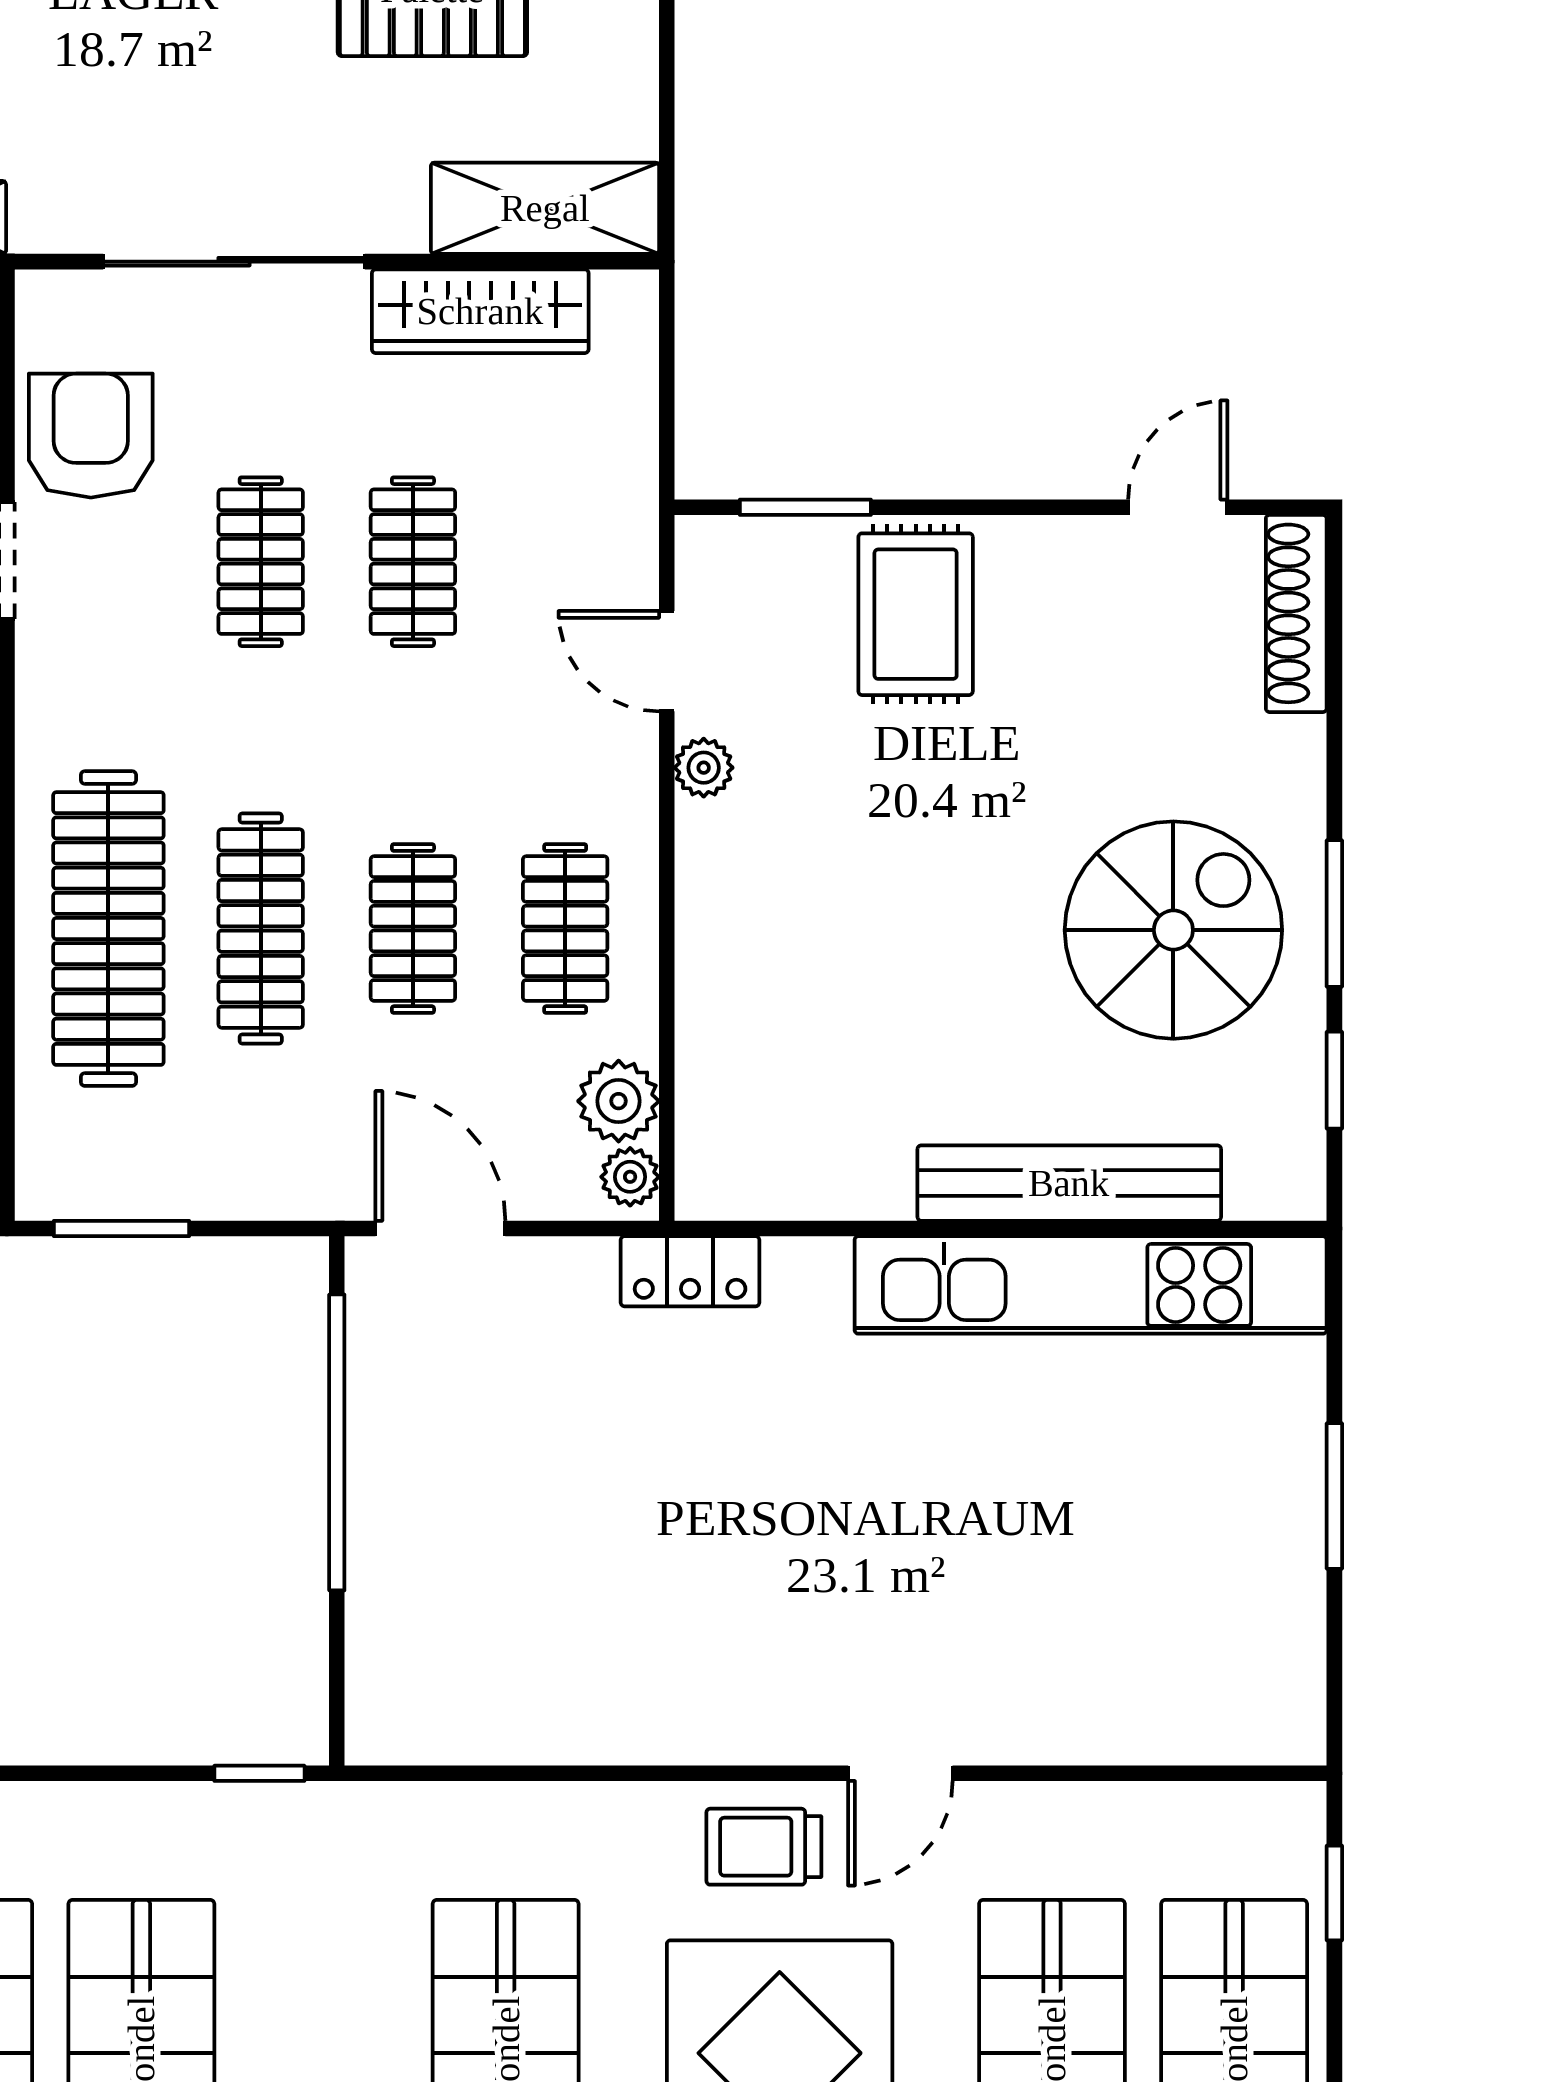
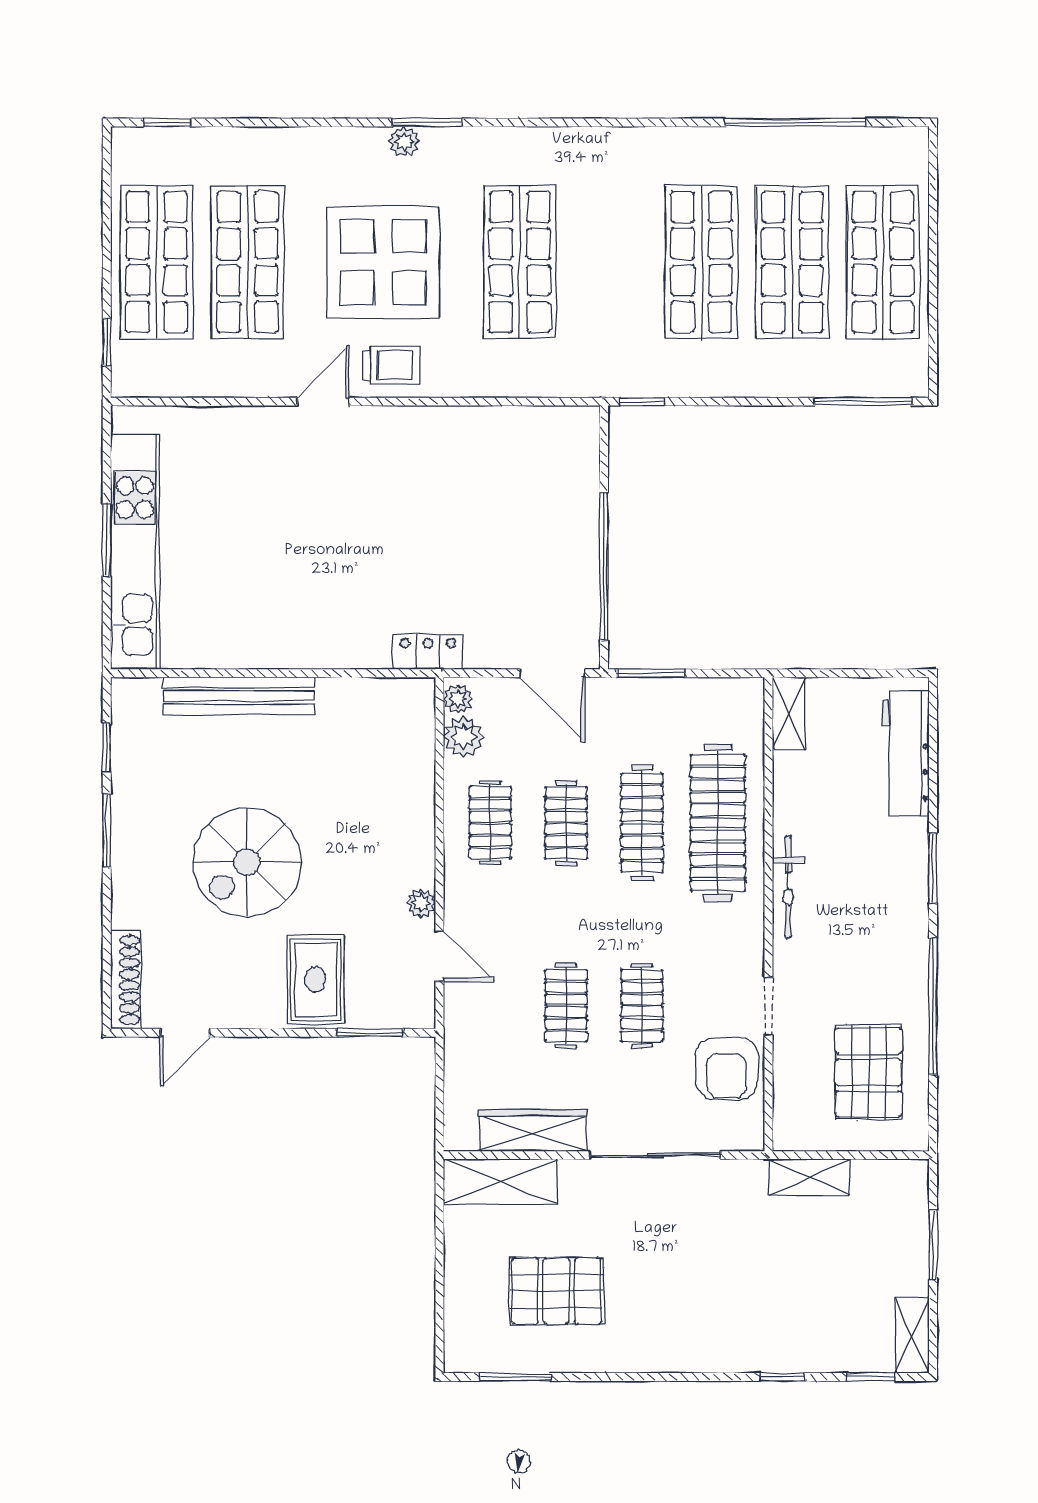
spiral stairs: (1173, 930) -> (247, 862), moved
window: (122, 1229) -> (650, 673), moved
kitchen unit: (1091, 1285) -> (135, 552), moved, turned 90

